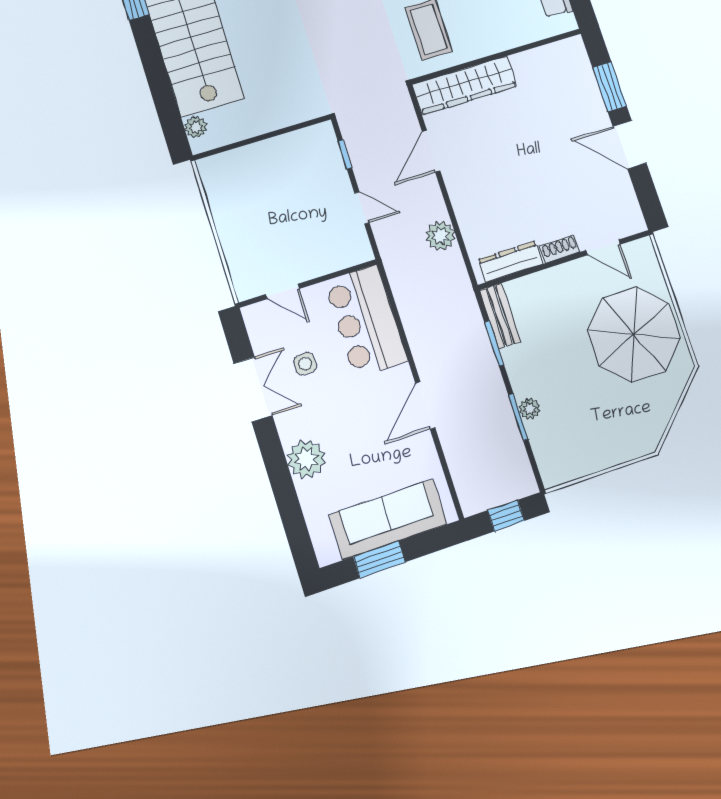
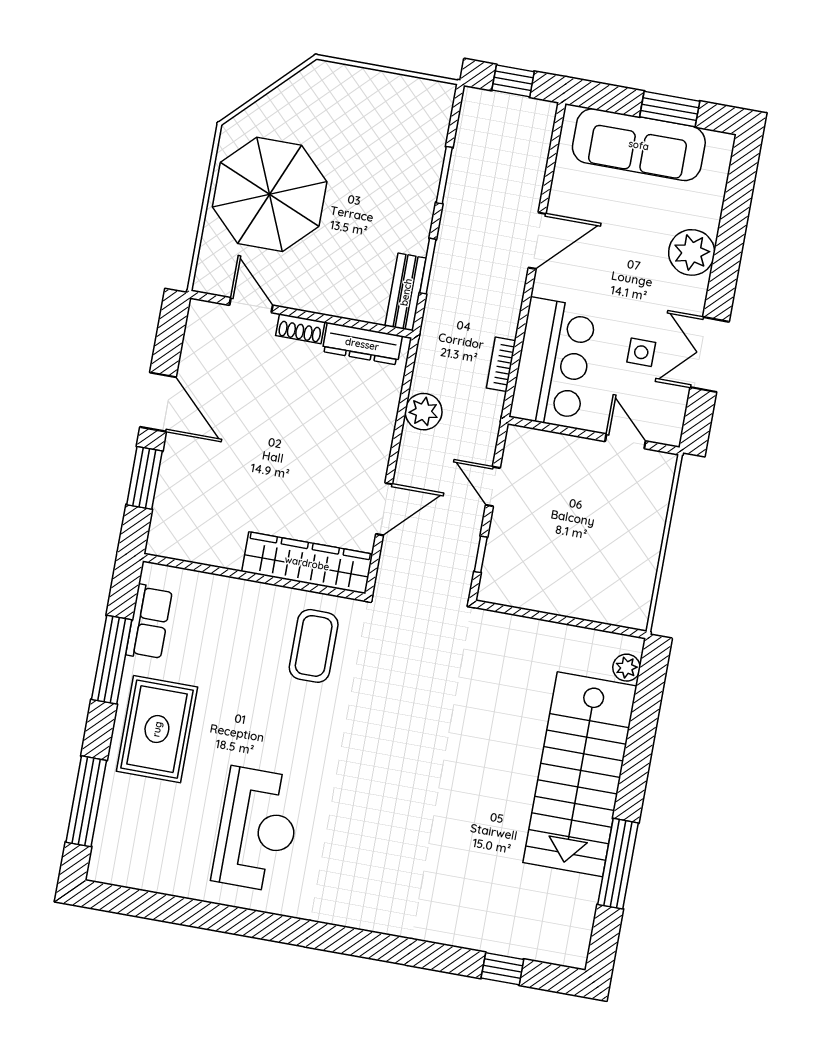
bookcase: (403, 300) -> (501, 364), added
plant: (530, 409) -> (427, 177), removed

